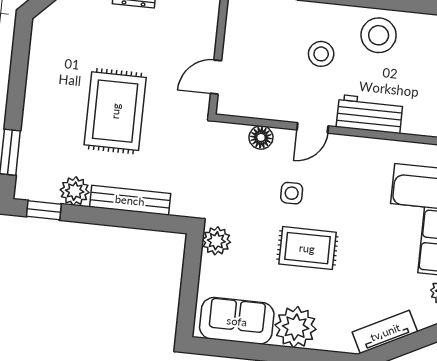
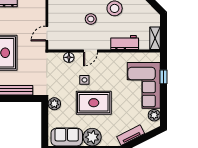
workbench: (370, 114) -> (125, 43), moved
rug: (307, 248) -> (94, 103), width x1.36, depth x1.43

